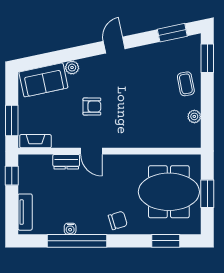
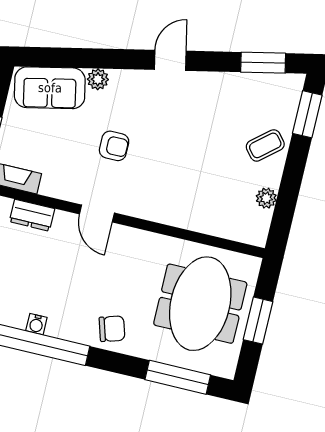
coffee table: (186, 84) -> (265, 145), turned 61
dresser: (66, 162) -> (32, 215), moved
meeting table: (169, 192) -> (200, 304), turned 90
window: (166, 241) -> (178, 377), width x1.44

